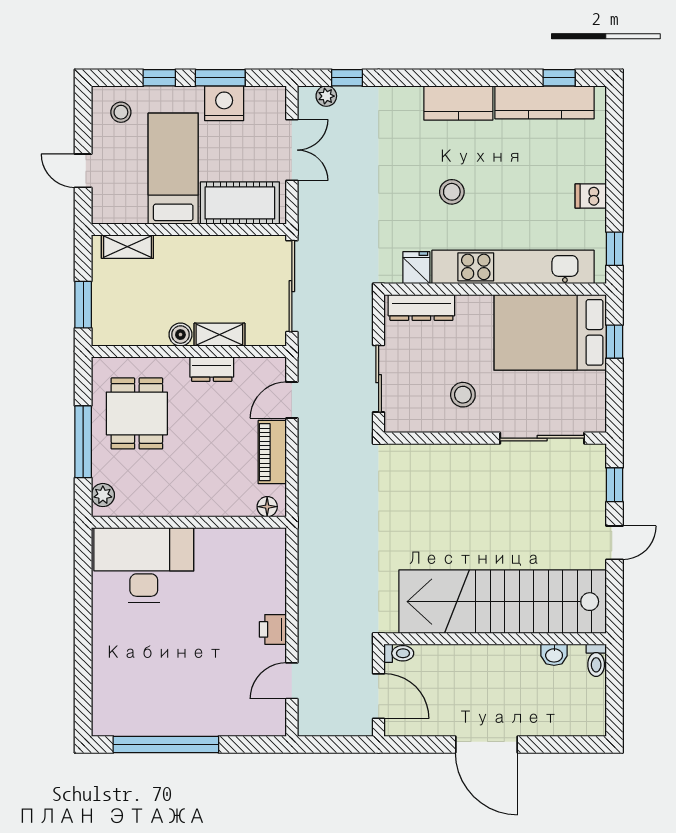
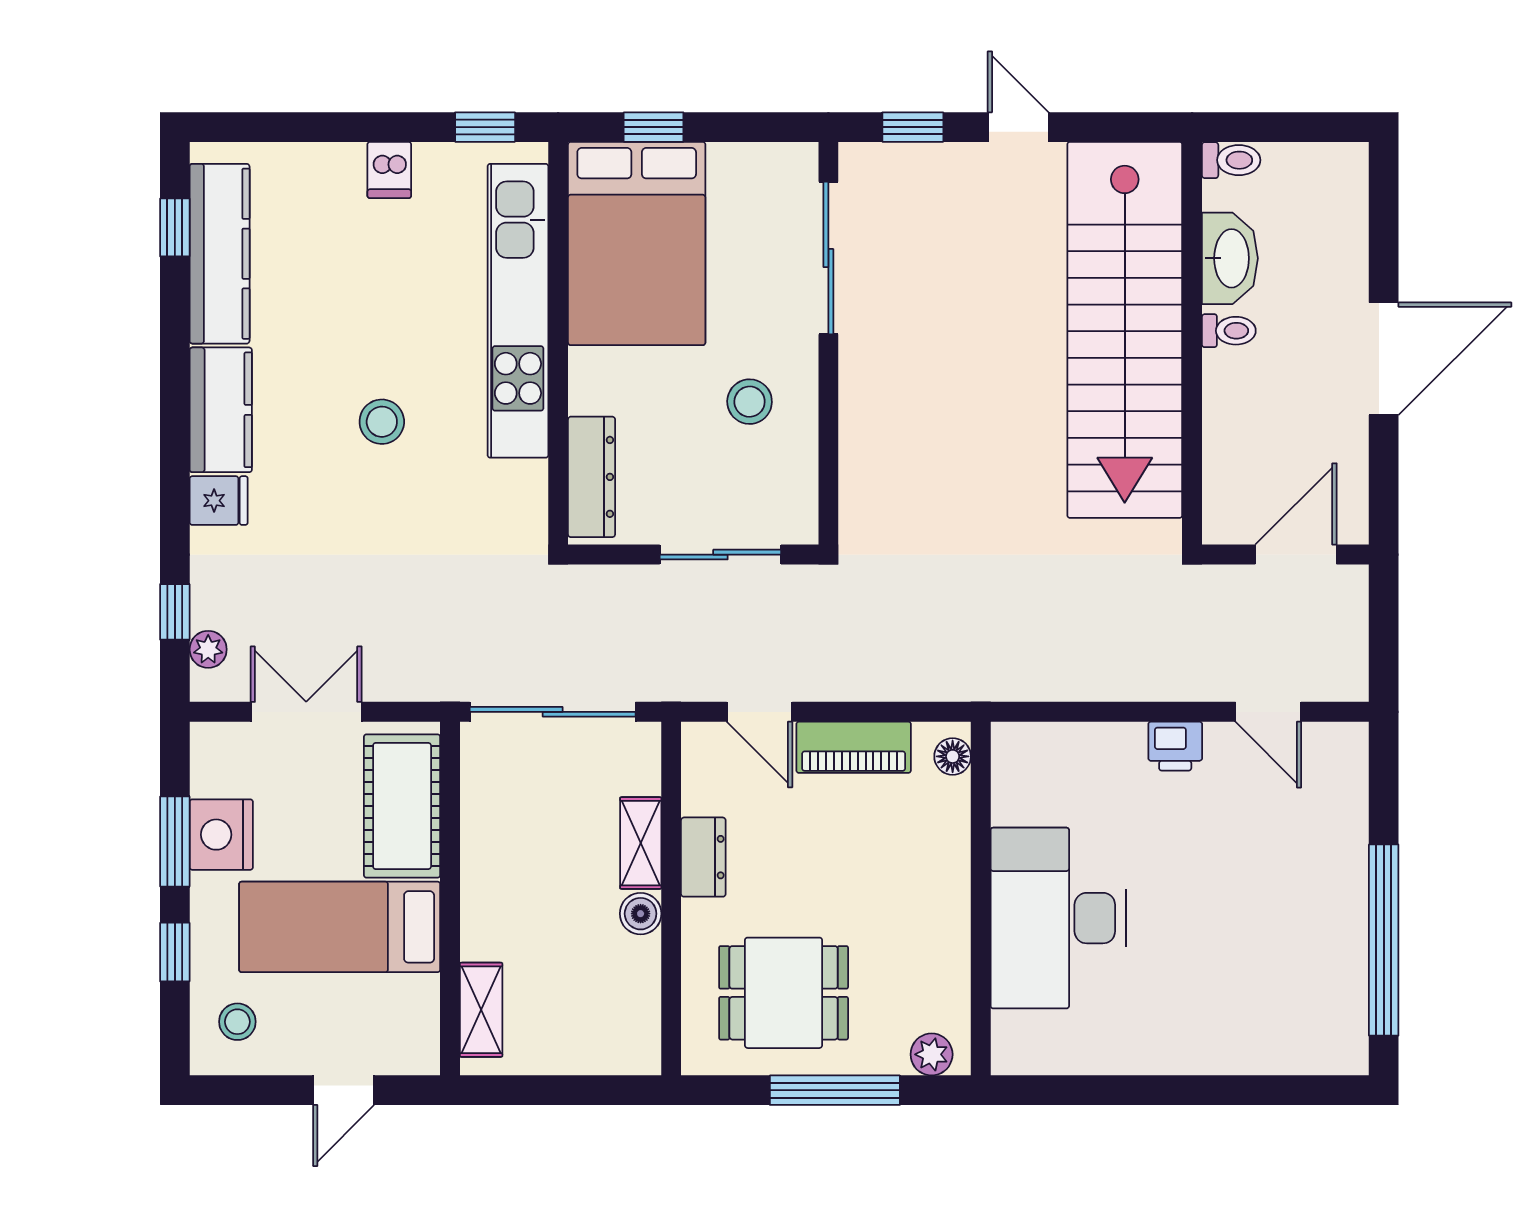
fridge: (416, 268) -> (219, 501), moved, turned 180
window: (83, 305) -> (586, 1090), removed
desk: (144, 565) -> (1058, 918), moved
toilet: (399, 653) -> (1229, 331), moved, turned 90
washbasin: (554, 655) -> (1230, 258), width x1.91, depth x1.45

